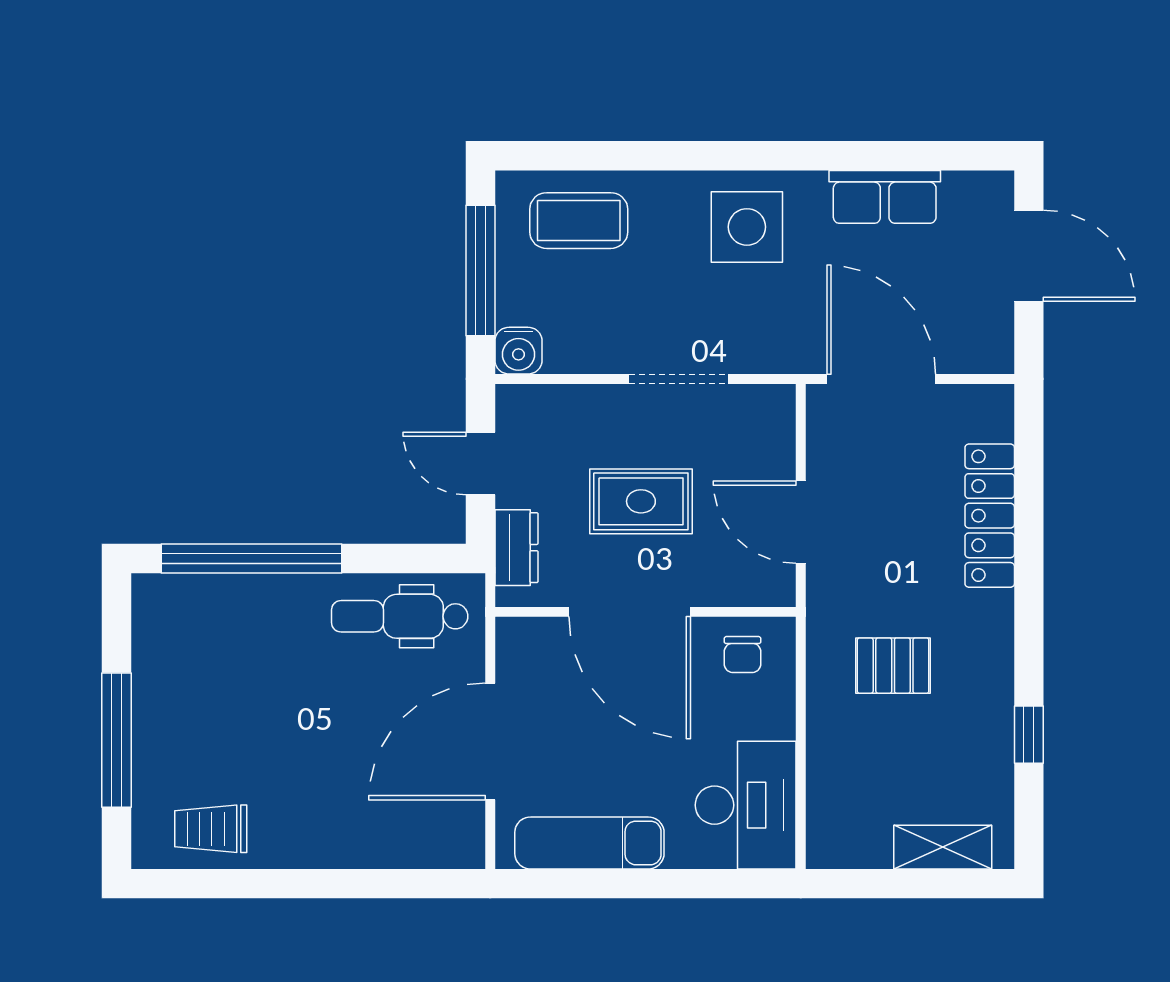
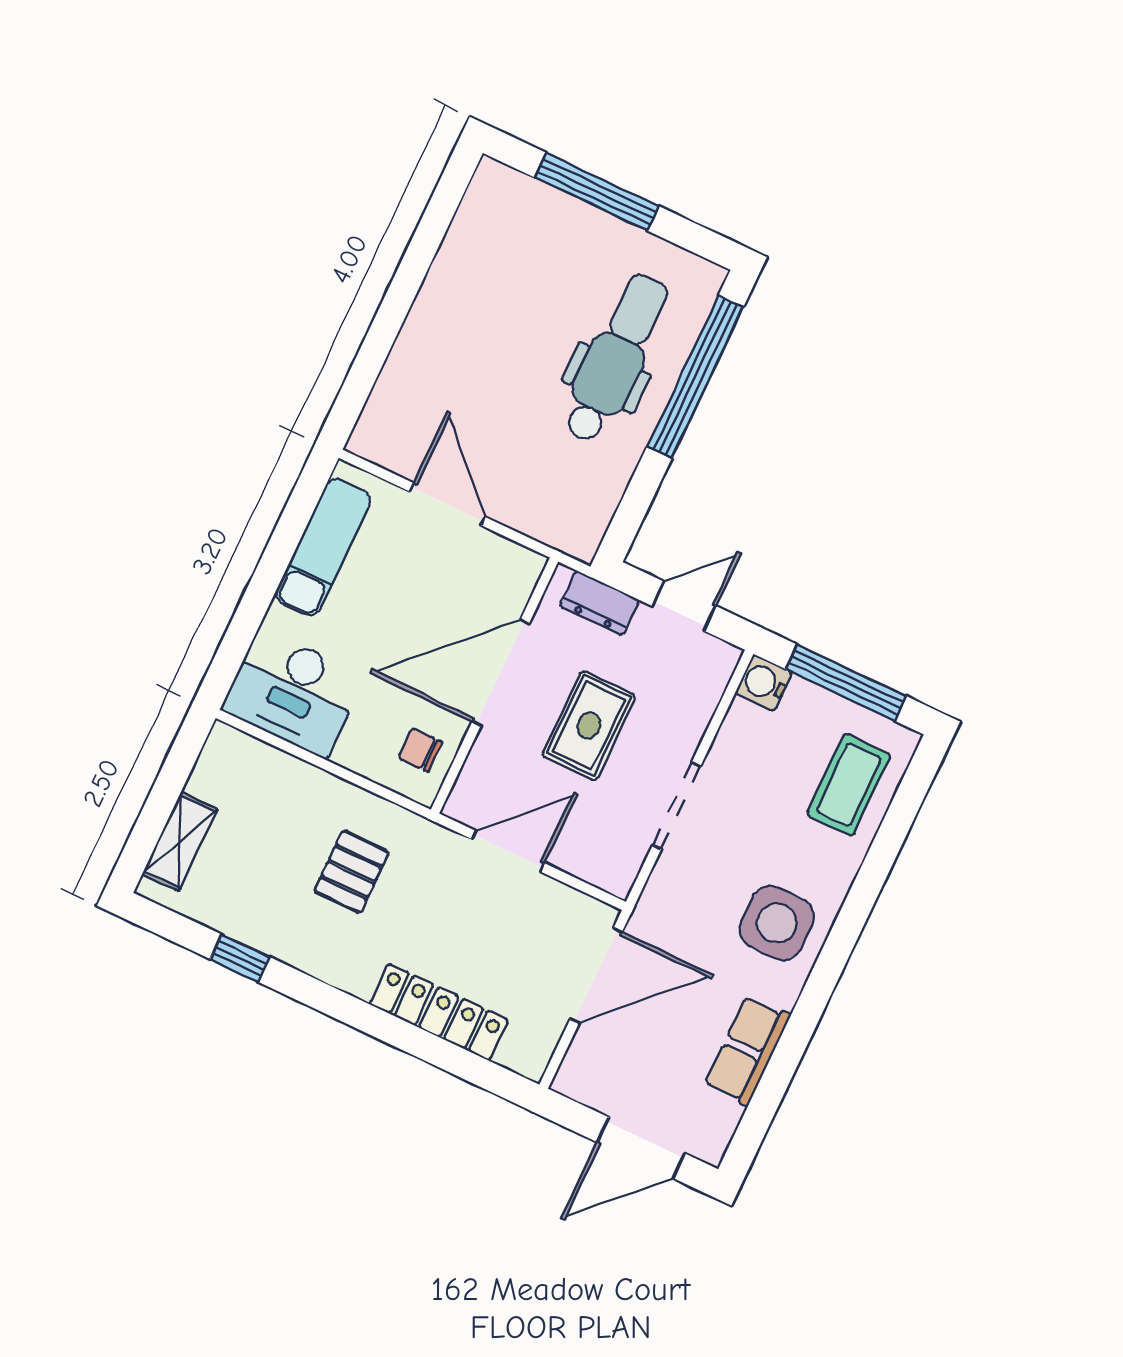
dental chair: (400, 616) -> (616, 358), moved, width x1.36, depth x1.38
door: (490, 742) -> (447, 504), width x0.73
trolley: (211, 829) -> (485, 236), removed

